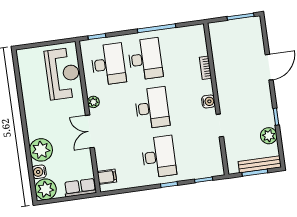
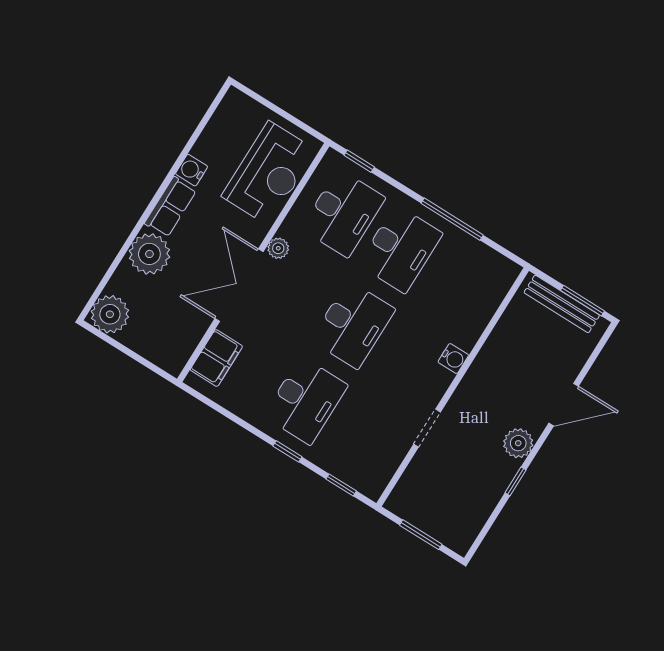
bookcase: (205, 68) -> (474, 331), removed
water cooler: (208, 101) -> (453, 359), moved
double door: (90, 131) -> (239, 285), width x1.37
plant: (269, 136) -> (518, 443), moved
bench: (260, 164) -> (562, 304), moved
water cooler: (39, 172) -> (192, 170), moved
filing cabinet: (107, 177) -> (216, 358), width x2.00
row of seats: (80, 188) -> (170, 207), moved, turned 90

